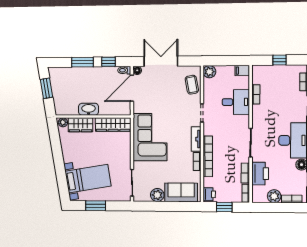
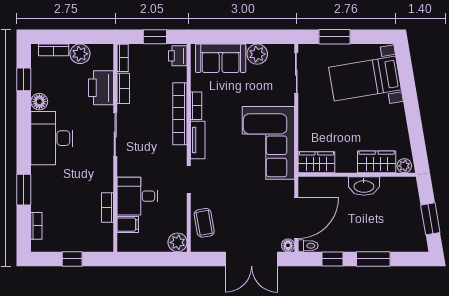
filing cabinet: (242, 70) -> (128, 225), moved
wardrobe: (113, 125) -> (316, 162), width x0.67
window: (96, 206) -> (334, 37), moved

